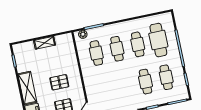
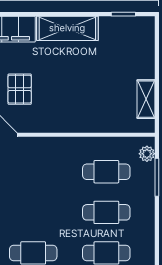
shelving: (45, 43) -> (146, 99), moved
pallet: (59, 82) -> (66, 91), removed

